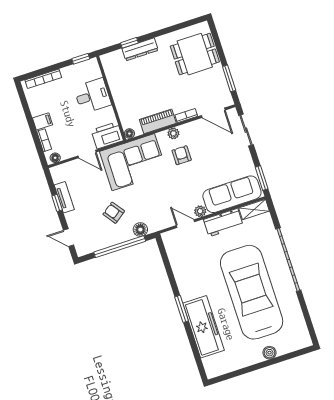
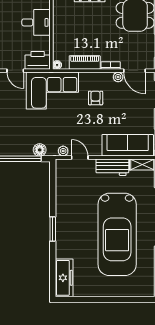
plant: (173, 133) -> (118, 77), moved
plant: (200, 211) -> (63, 151), moved
armchair: (114, 213) -> (22, 128), removed
car: (252, 292) -> (117, 234), turned 180
freezer: (204, 327) -> (64, 278), moved, width x0.73, depth x0.79
boiler: (269, 353) -> (116, 291), removed

